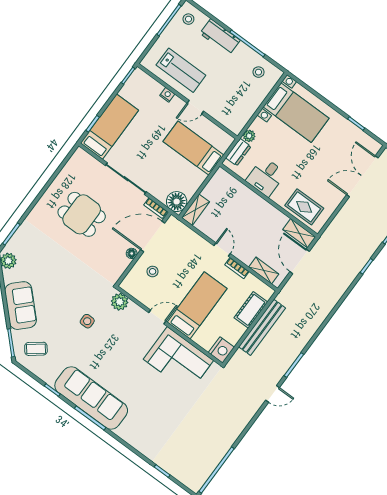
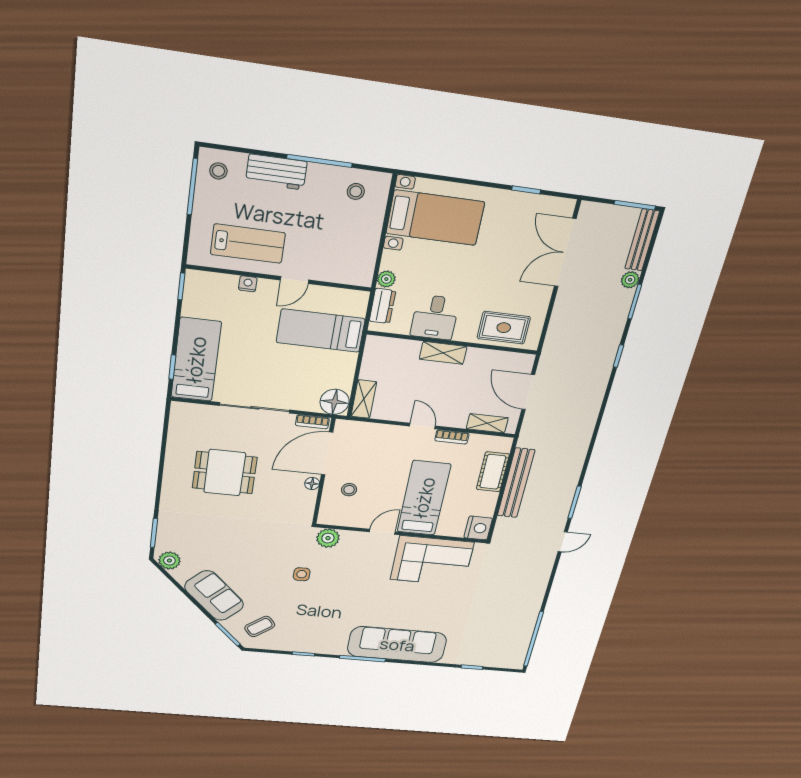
shelving: (299, 233) -> (443, 353), moved
sofa: (91, 398) -> (397, 645), moved

